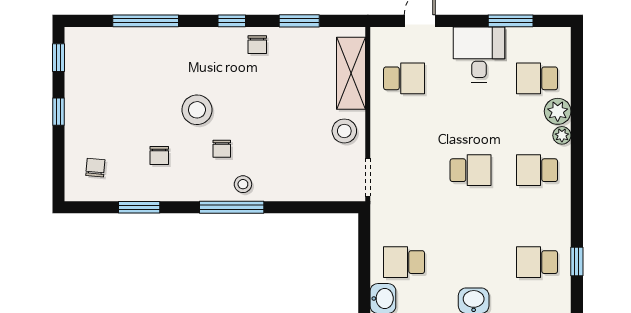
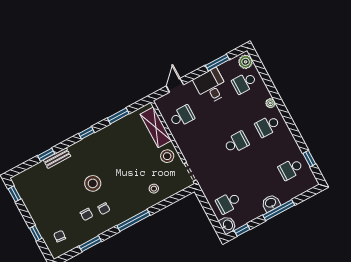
window: (146, 21) -> (46, 155), width x0.46
bench: (161, 36) -> (57, 158), added
chair: (257, 45) -> (105, 138), removed
plant: (558, 111) -> (246, 62), moved
window: (59, 112) -> (36, 233), moved
chair: (222, 149) -> (104, 209), moved
stool: (243, 184) -> (154, 189), moved

